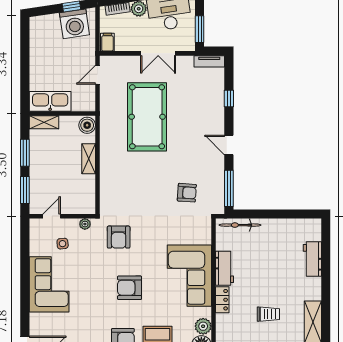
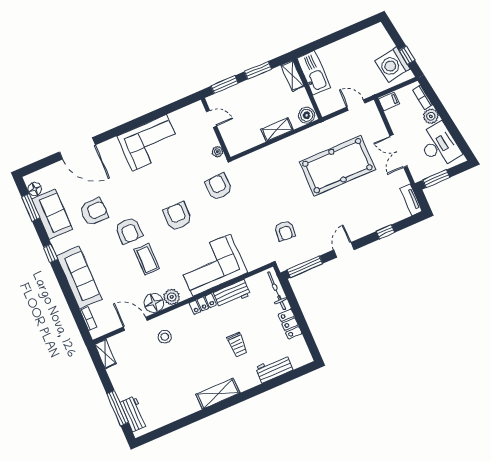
locker: (277, 226) -> (290, 324), added
armchair: (119, 237) -> (219, 187), turned 87
side table: (63, 244) -> (191, 139), removed
trolley: (268, 314) -> (237, 345), moved

